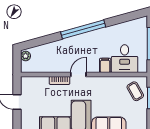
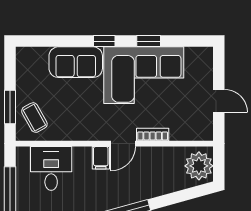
plant: (26, 56) -> (199, 166), width x1.88, depth x1.88
filing cabinet: (105, 65) -> (101, 158), moved

